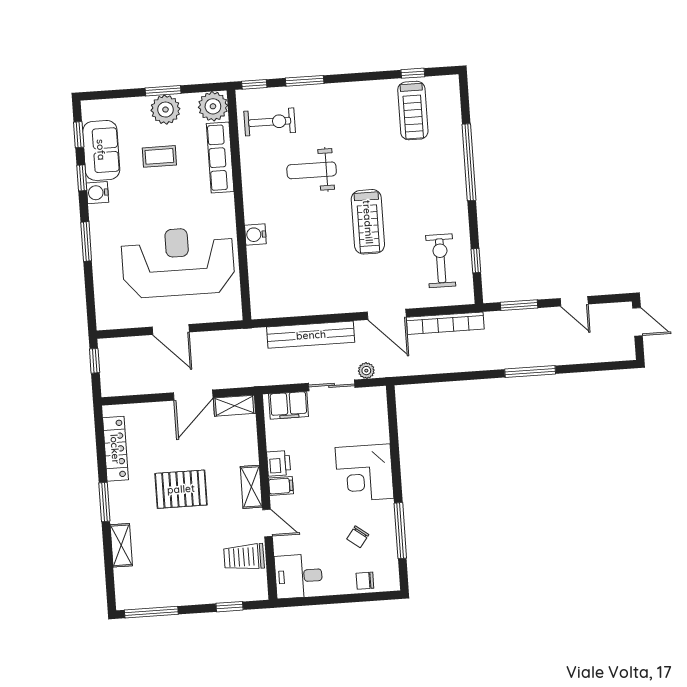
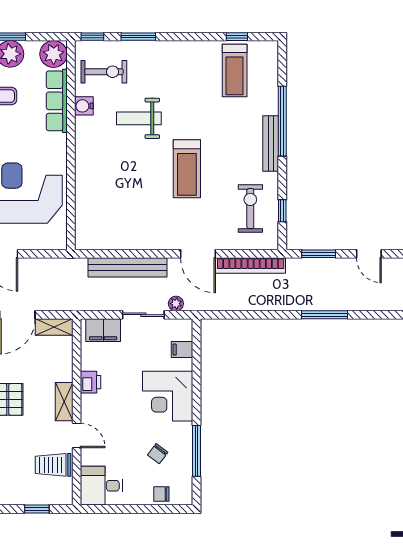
bench: (458, 188) -> (271, 144), added
water cooler: (255, 235) -> (84, 106), moved
filing cabinet: (281, 486) -> (182, 350), moved, turned 180

